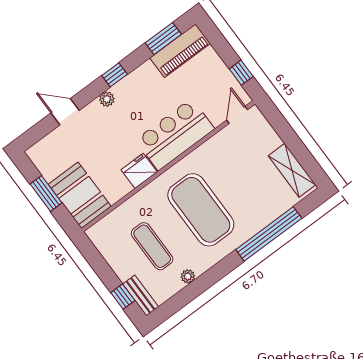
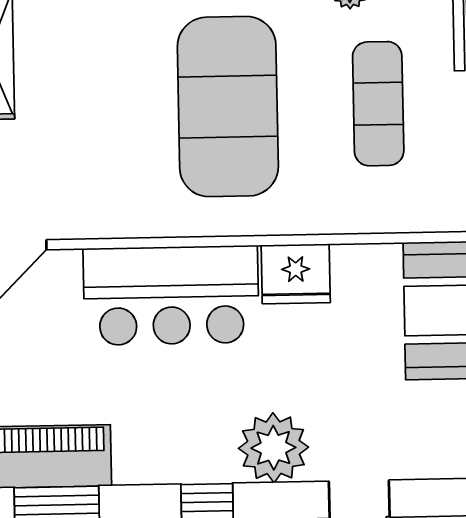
plant: (107, 99) -> (273, 448), width x1.88, depth x1.88

